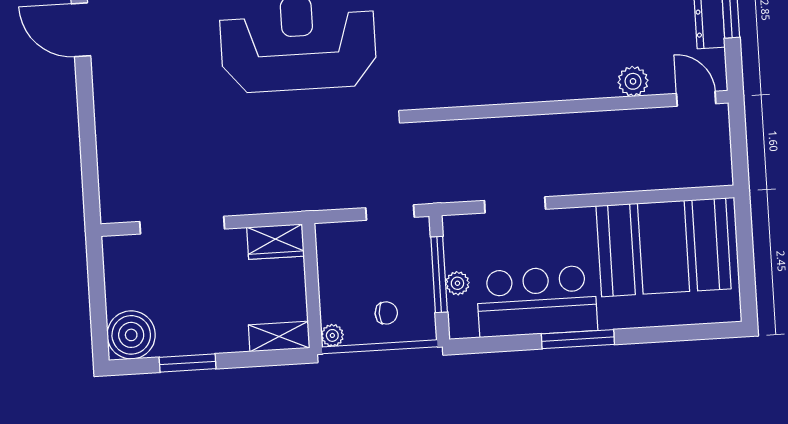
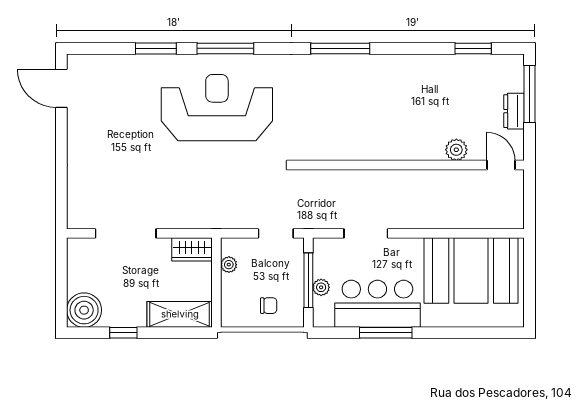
plant: (332, 335) -> (229, 265), moved
shelving: (279, 336) -> (180, 314), width x1.50, depth x1.33
window: (578, 339) -> (386, 333), moved
window: (188, 363) -> (123, 333), width x0.67

